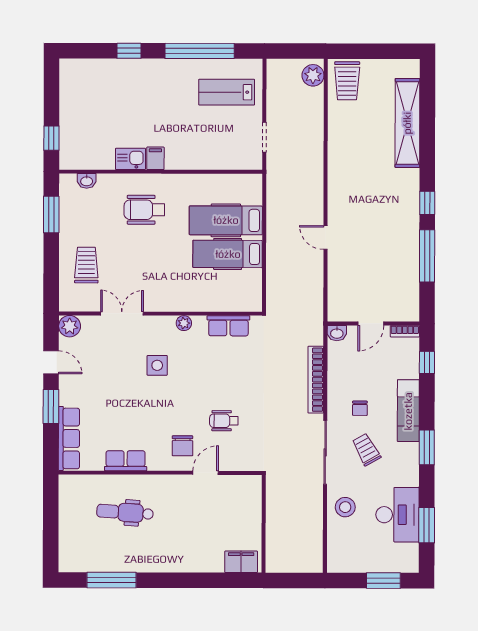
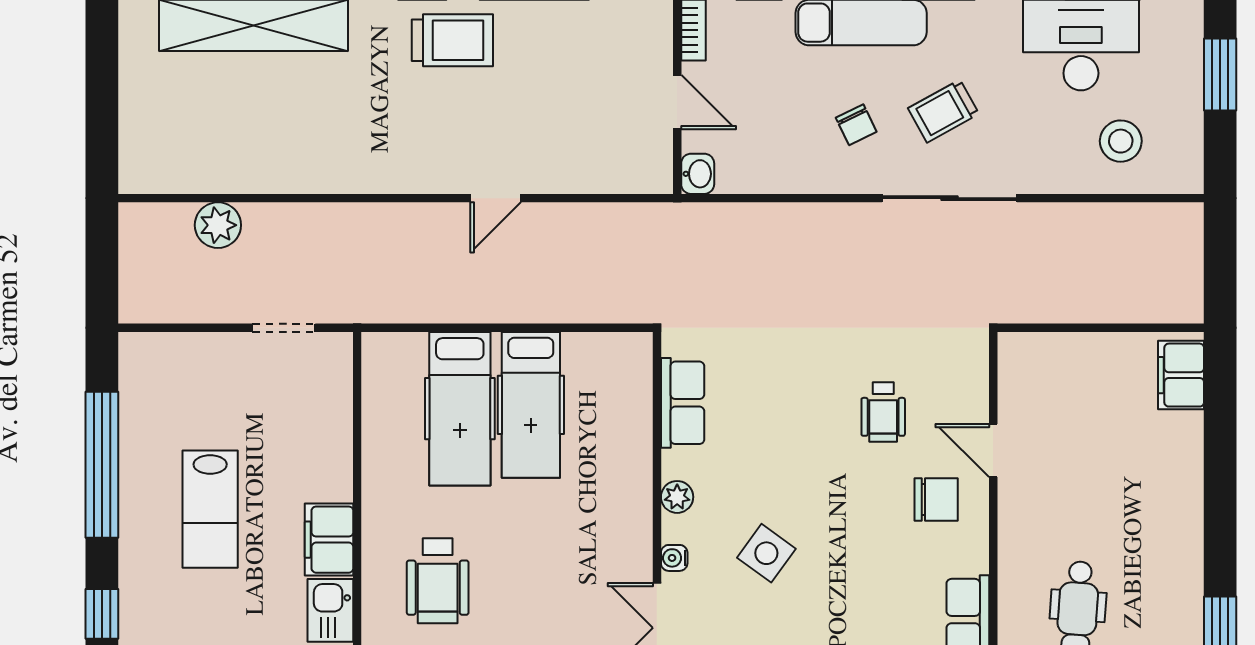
plant: (313, 75) -> (218, 225), moved
trolley: (347, 81) -> (452, 40), moved
lab bench: (227, 92) -> (210, 509), moved
filing cabinet: (155, 158) -> (329, 540), width x2.00
water cooler: (155, 322) -> (674, 558), added
side table: (157, 365) -> (766, 553), turned 36
bookcase: (316, 380) -> (796, 218), removed
chair: (360, 408) -> (856, 125), turned 64
stool: (345, 507) -> (1121, 141), moved

